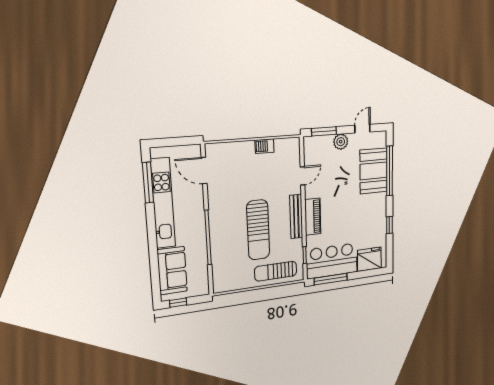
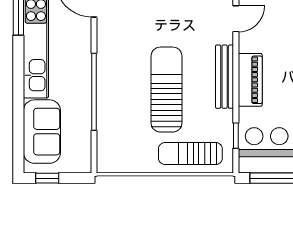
sun lounger: (258, 230) -> (167, 90), turned 180

